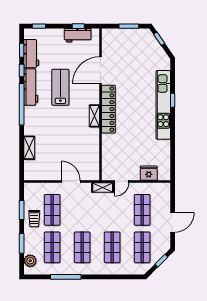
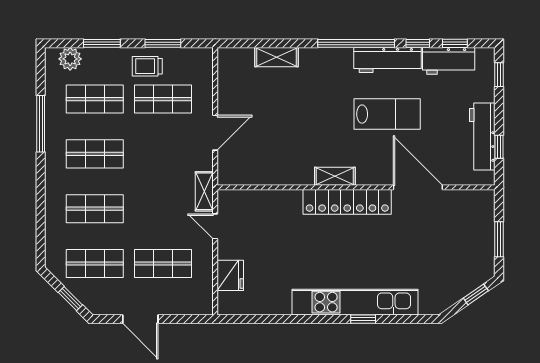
workbench: (78, 35) -> (482, 136), width x1.38

